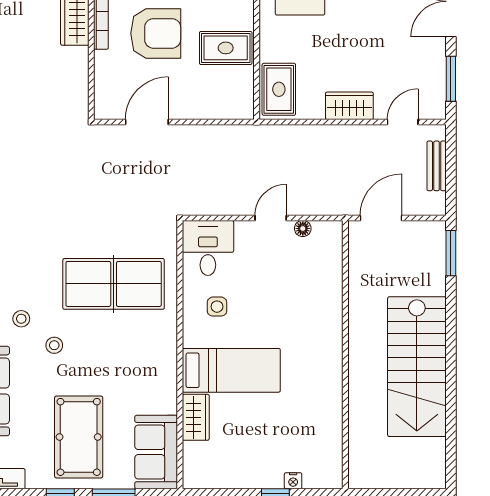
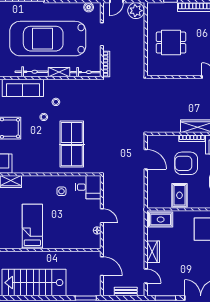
armchair: (156, 33) -> (186, 163), turned 90
bed: (231, 370) -> (32, 226), moved, turned 180

